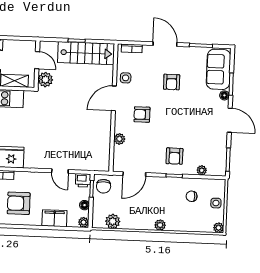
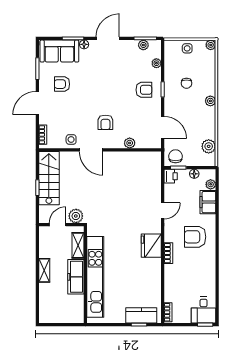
armchair: (172, 82) -> (62, 84), moved, turned 180
plant: (221, 157) -> (143, 45), added
door: (60, 171) -> (163, 211), moved
chair: (104, 186) -> (176, 156), turned -90
chair: (192, 196) -> (186, 83), moved
armchair: (19, 203) -> (195, 237), turned 90
plant: (84, 222) -> (211, 184), moved

